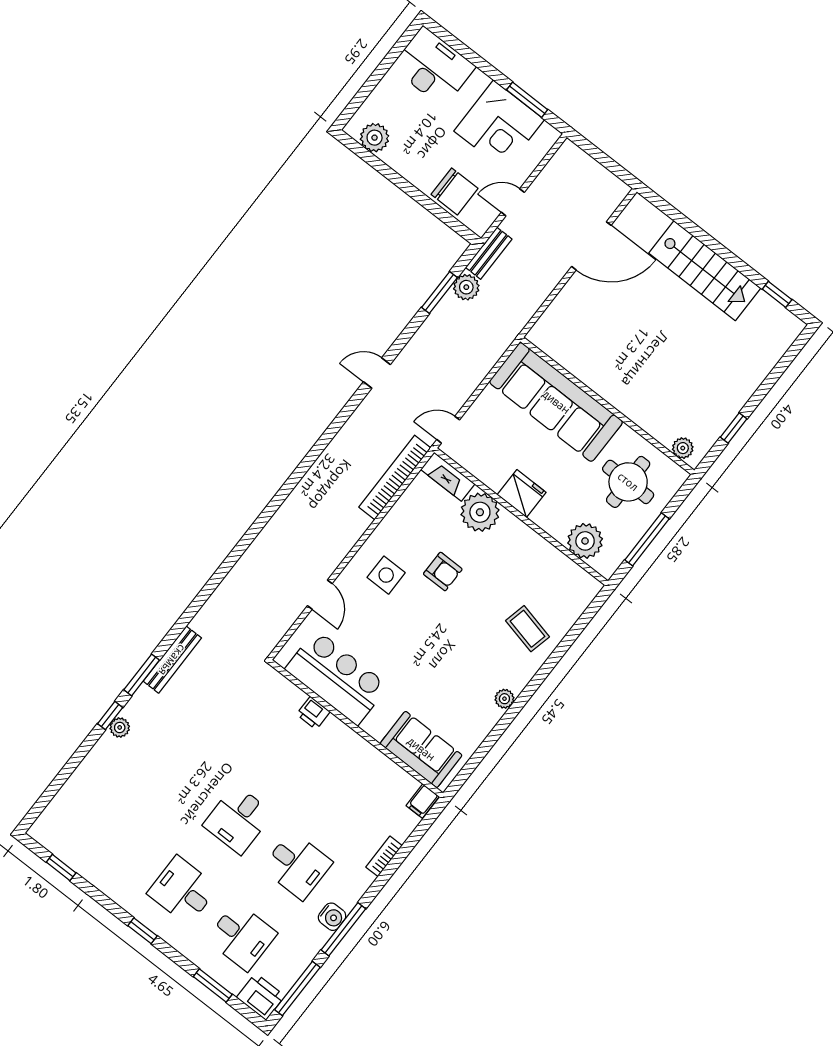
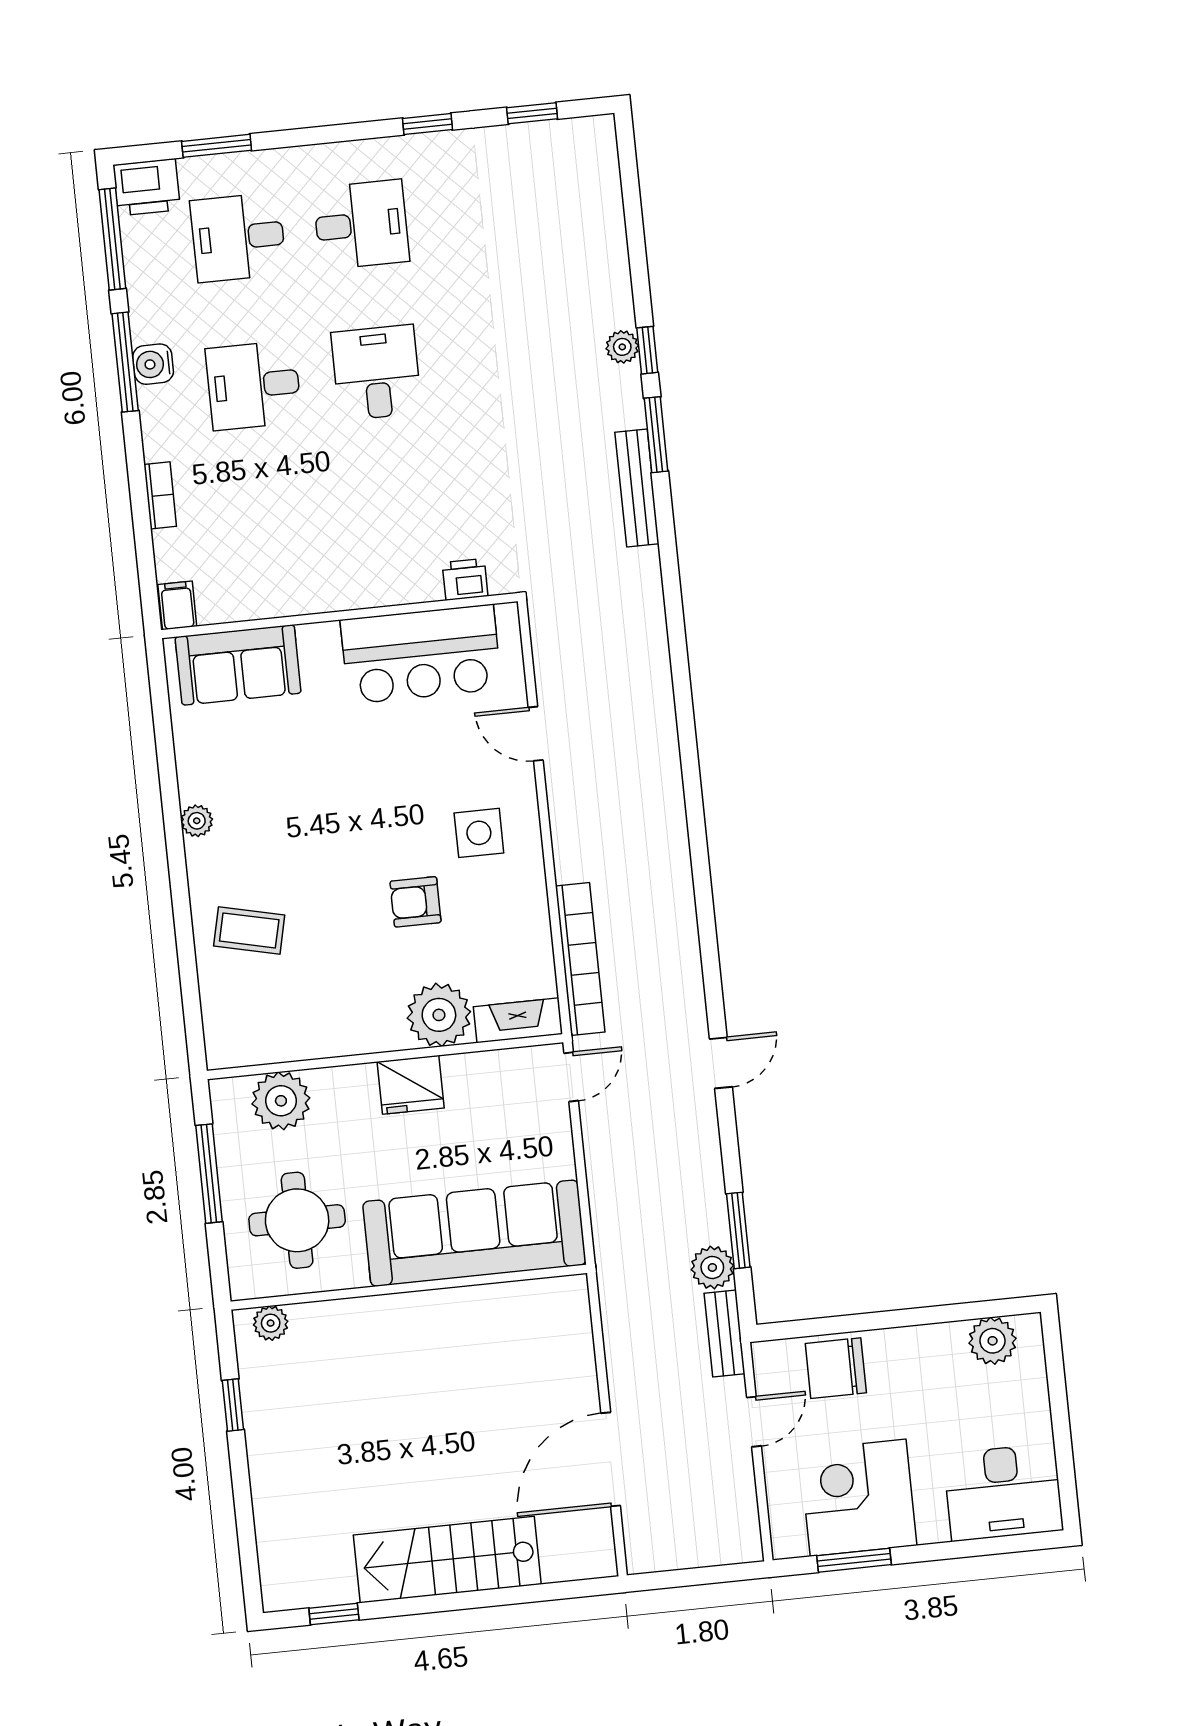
printer: (313, 713) -> (465, 579), moved
window: (142, 931) -> (428, 124), moved

